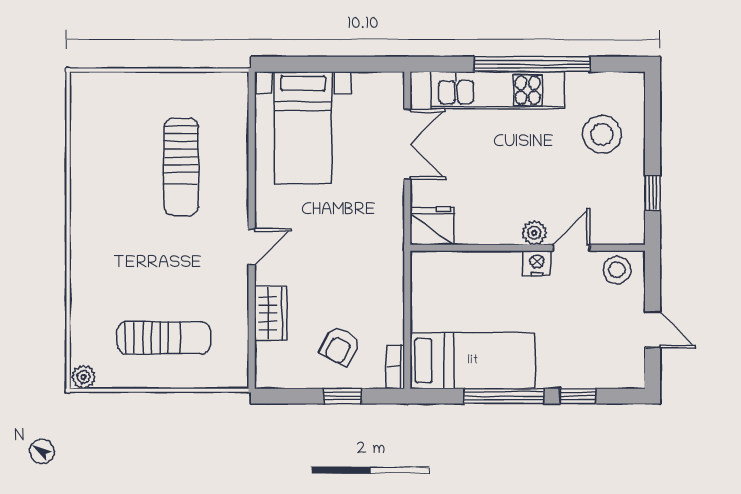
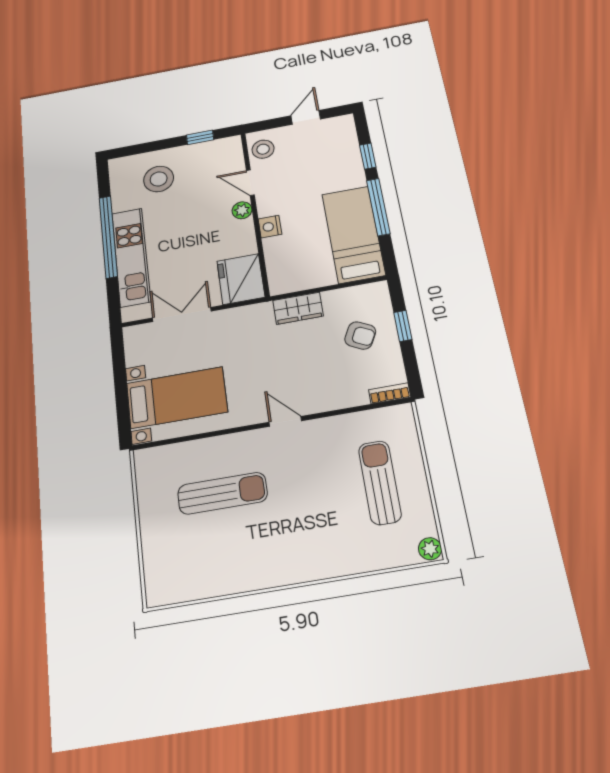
fridge: (432, 226) -> (241, 279), width x1.36, depth x1.34
nightstand: (537, 263) -> (270, 227), moved
wardrobe: (271, 313) -> (298, 308), moved, turned 180
bookcase: (395, 367) -> (390, 393), moved, turned 180

